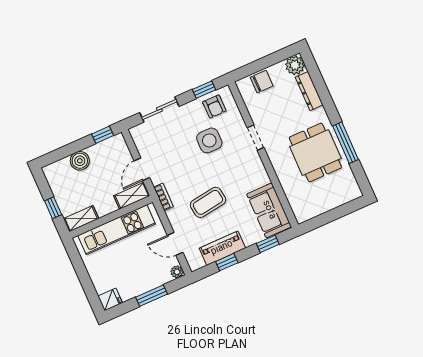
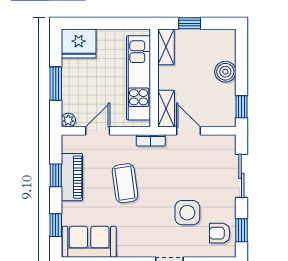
fridge: (110, 299) -> (79, 43), width x1.88, depth x1.34

